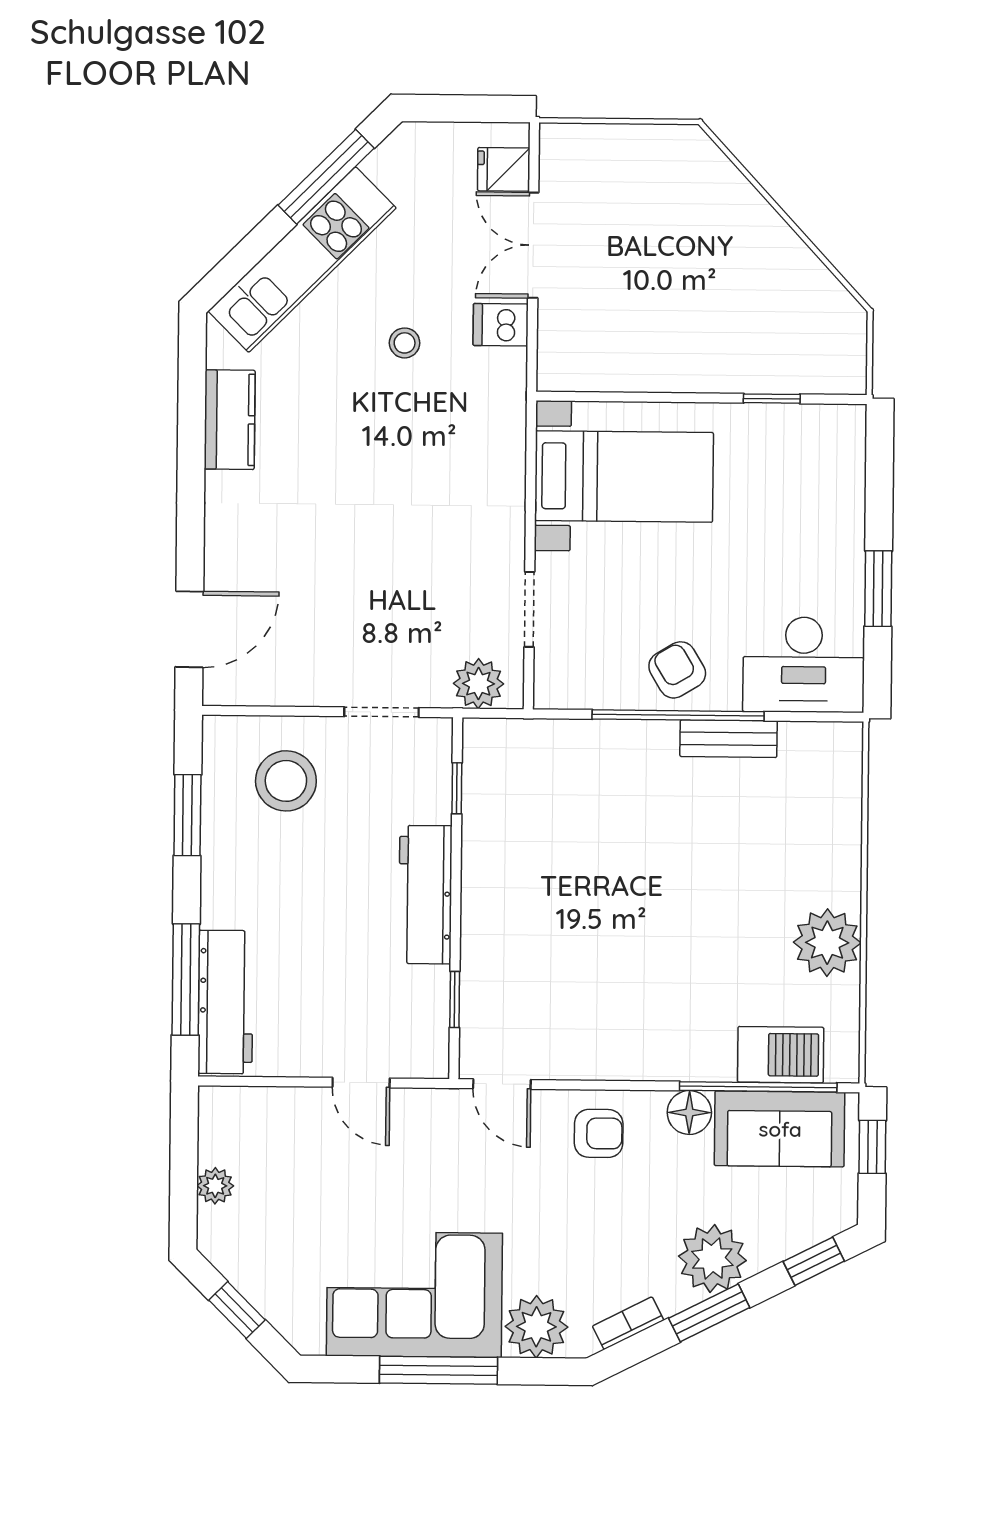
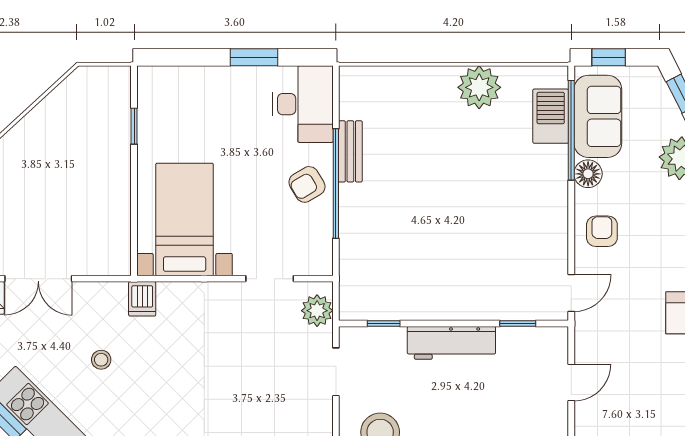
dishwasher: (501, 325) -> (142, 299), moved

